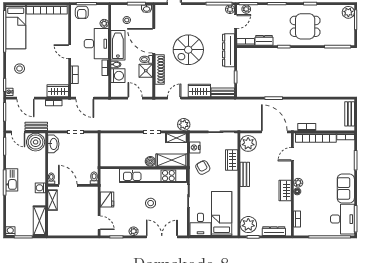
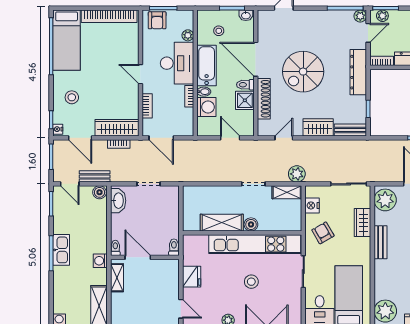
wardrobe: (58, 91) -> (117, 128), width x1.50
boiler: (36, 142) -> (99, 192), width x0.54, depth x0.54
shelving: (172, 160) -> (222, 223), moved

